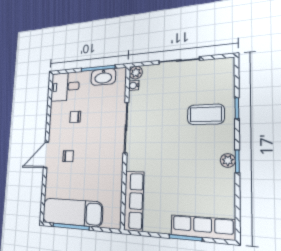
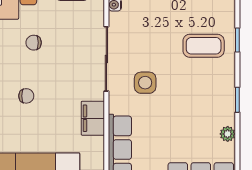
side table: (156, 146) -> (145, 83), added
plant: (228, 160) -> (228, 134), moved
filing cabinet: (114, 174) -> (93, 118), added

